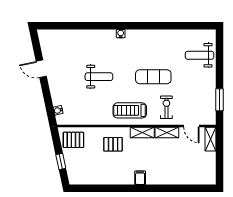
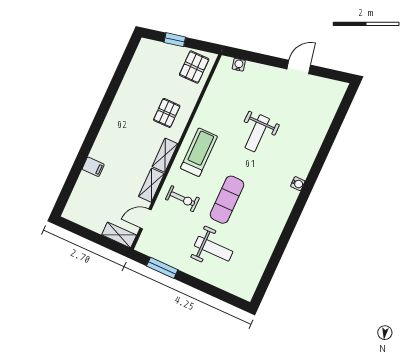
weight bench: (200, 55) -> (214, 249), moved, turned 90
filing cabinet: (140, 178) -> (93, 167), moved

